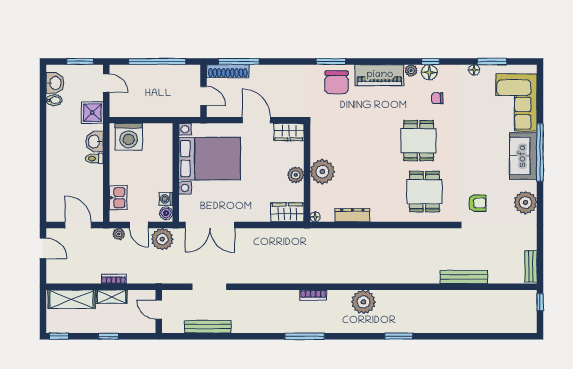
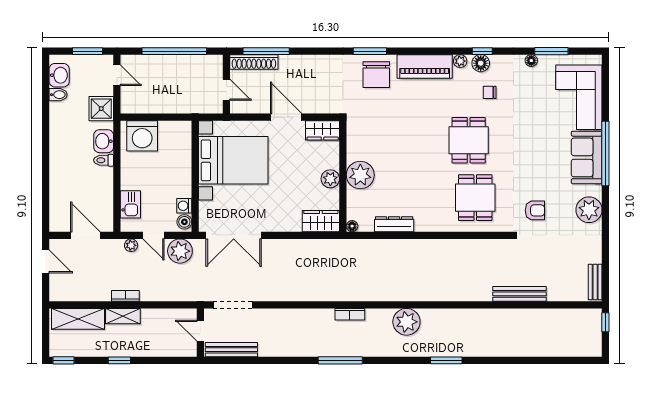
door: (159, 310) -> (200, 331), moved
wall: (159, 312) -> (200, 333), moved

